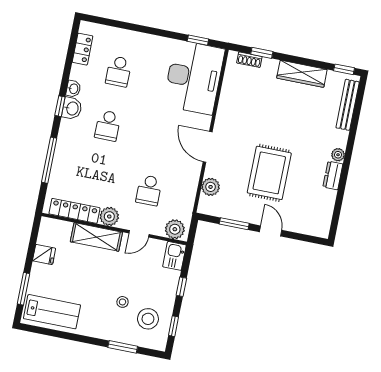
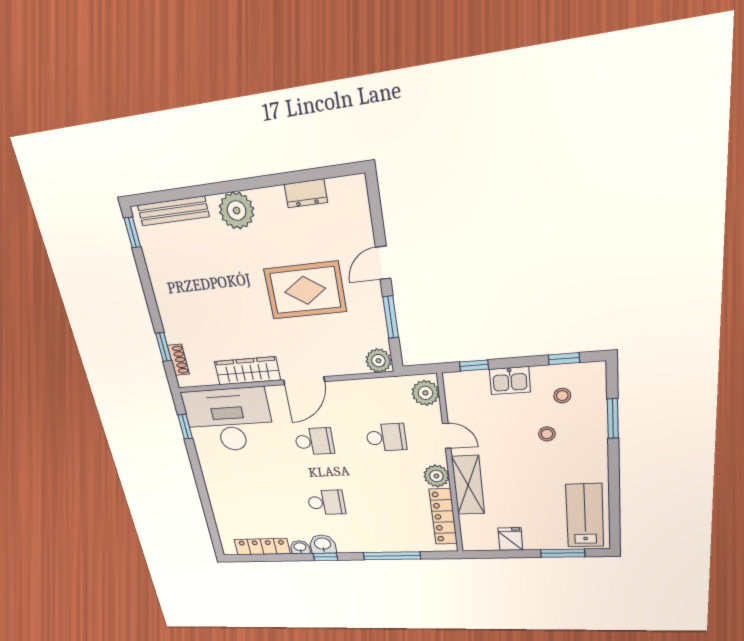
locker: (83, 49) -> (262, 547), width x1.53
school desk: (119, 71) -> (314, 441), moved
wardrobe: (302, 74) -> (247, 371), moved, turned -90
plant: (338, 155) -> (237, 211), width x1.87, depth x1.87
dresser: (333, 175) -> (306, 193), moved
plant: (211, 187) -> (378, 361), moved
kitchen sink: (174, 256) -> (510, 381), moved
window: (181, 287) -> (474, 366), moved
stool: (148, 319) -> (562, 396), width x0.53, depth x0.53

